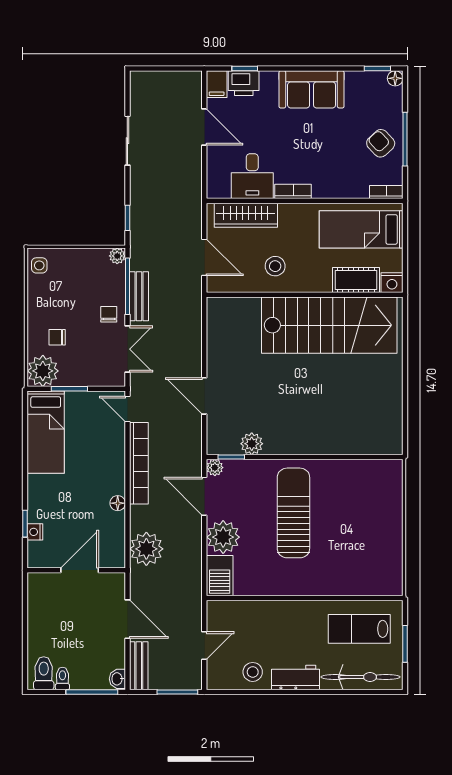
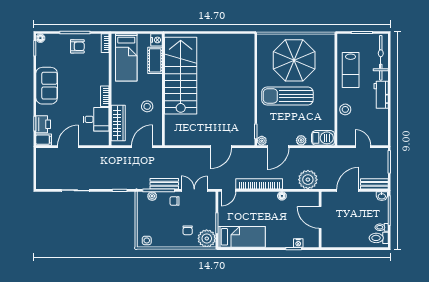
armchair: (381, 143) -> (77, 46), turned -137
plant: (117, 256) -> (152, 196), moved
plant: (252, 444) -> (248, 120), removed
parasol: (356, 525) -> (294, 60), added
plant: (223, 537) -> (301, 140), width x0.53, depth x0.53
lab bench: (359, 629) -> (351, 70), moved
stool: (253, 672) -> (345, 109), moved

